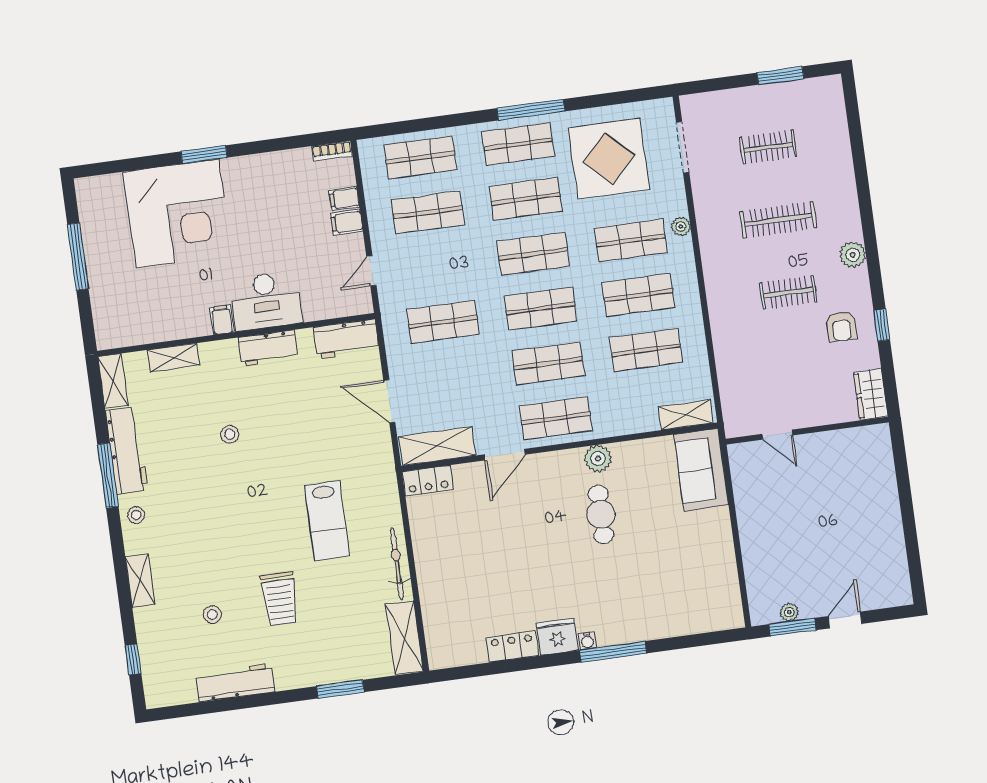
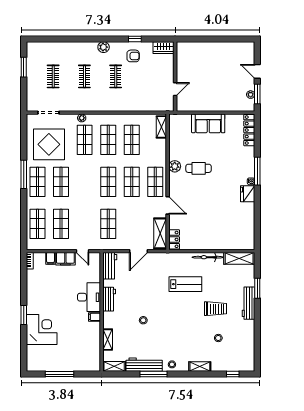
corner desk: (178, 213) -> (42, 329), width x0.74, depth x0.74
clothes rail: (778, 220) -> (84, 76), width x0.73
filing cabinet: (347, 222) -> (65, 259), width x2.00
shop shelf: (533, 254) -> (85, 182), removed
sofa: (701, 470) -> (208, 123), moved
locker: (512, 647) -> (249, 130), moved, width x1.53
workbench: (235, 683) -> (248, 303), moved

